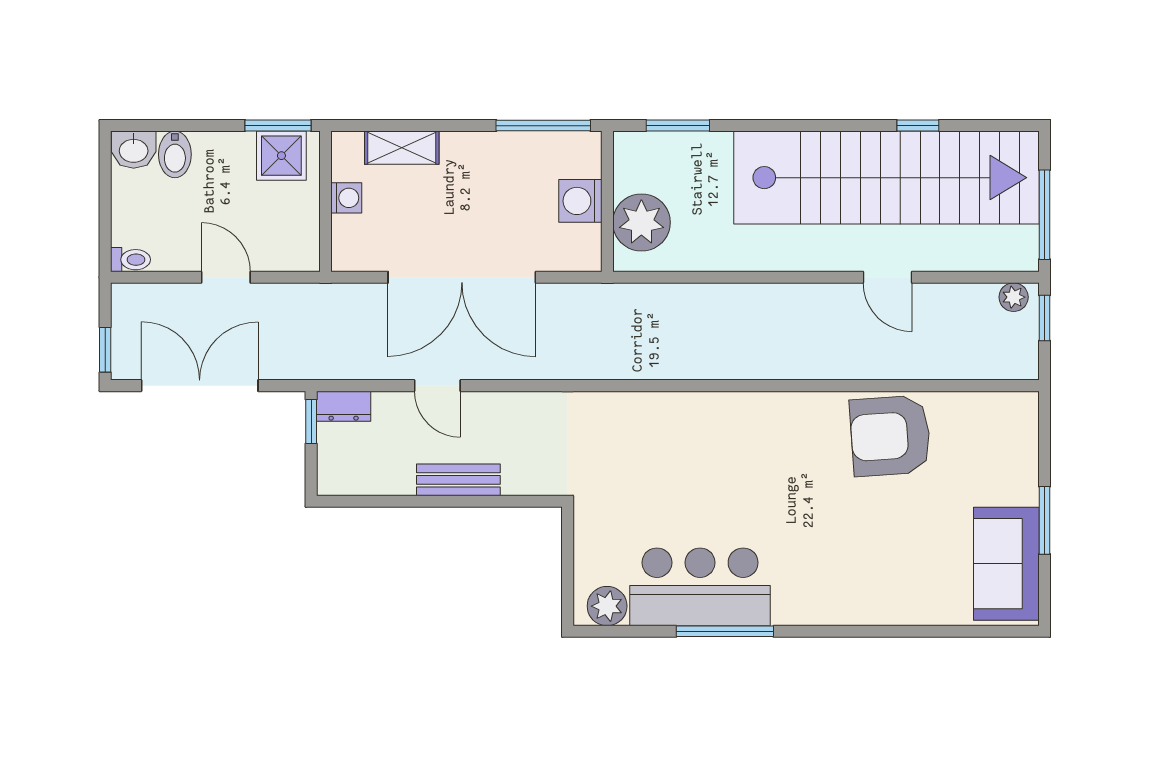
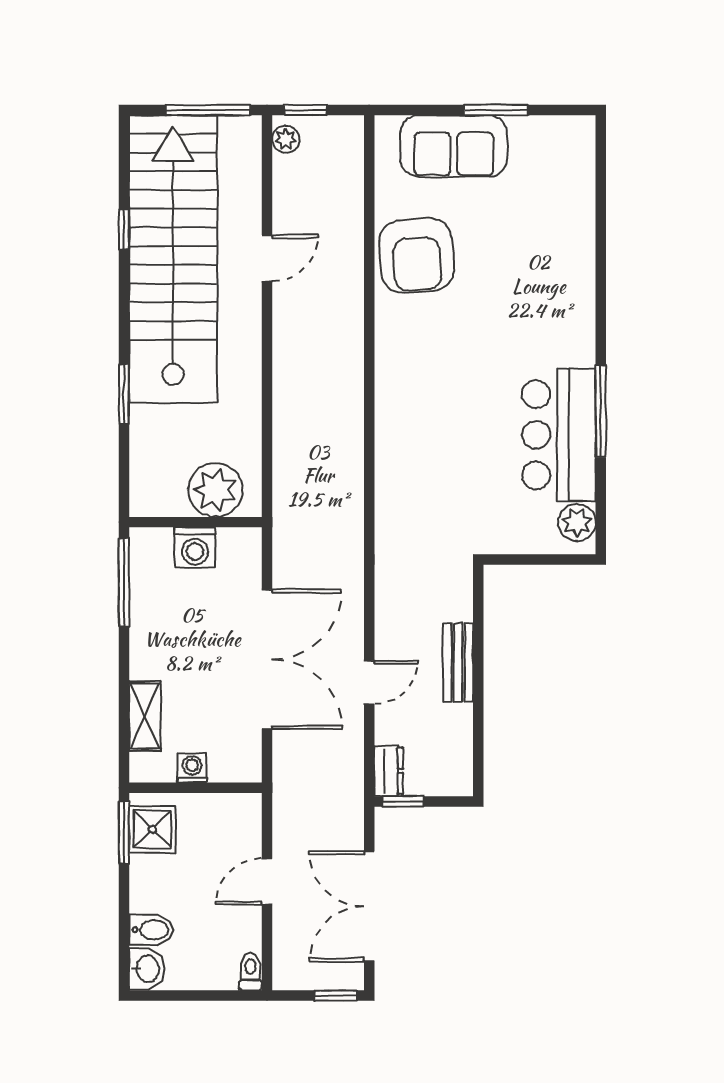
window: (678, 126) -> (124, 394), moved
sofa: (1006, 564) -> (454, 146), moved

